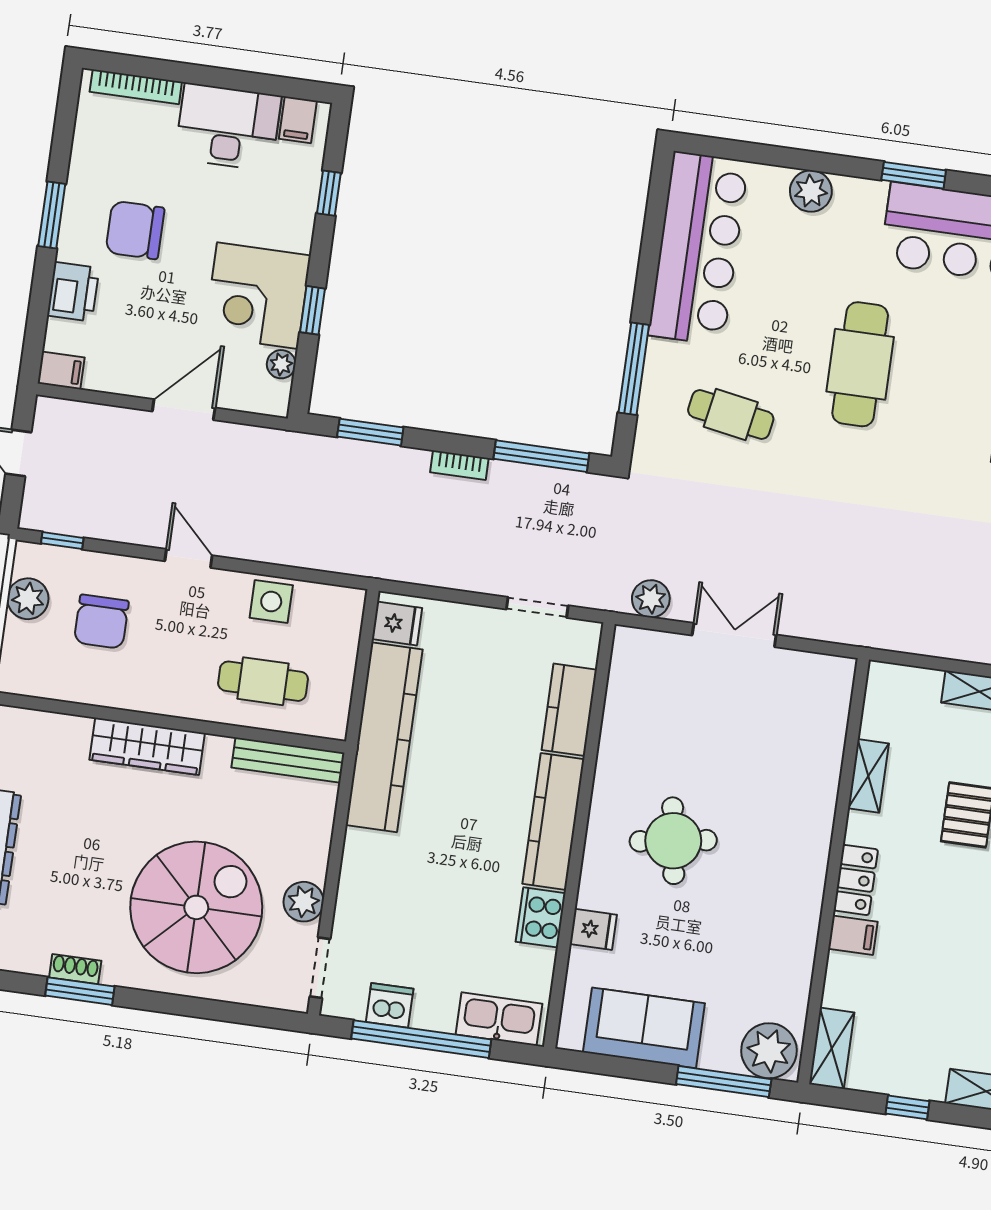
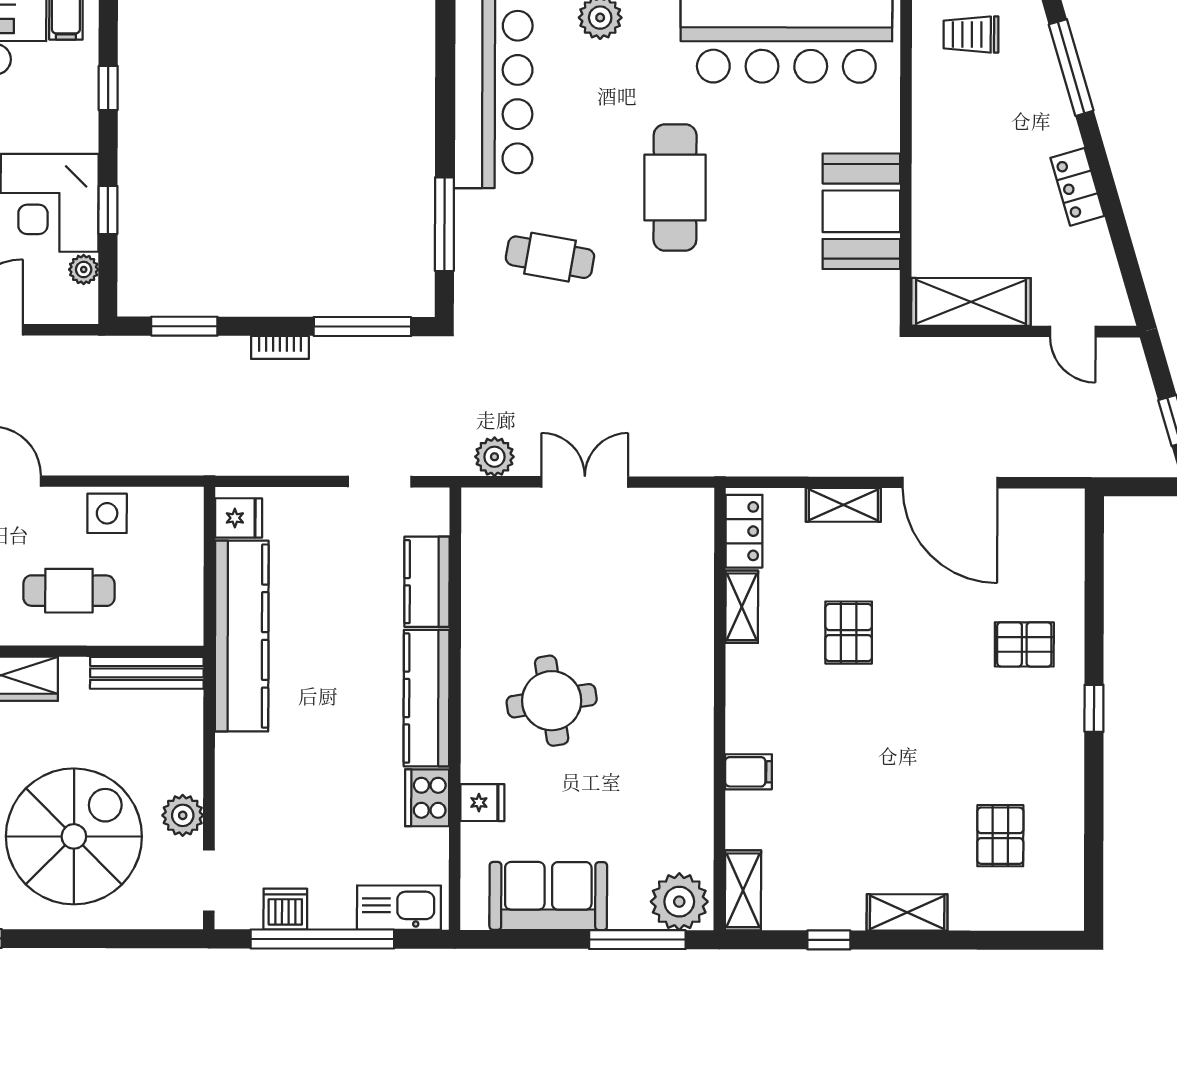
cafe table: (263, 681) -> (69, 591), moved
locker: (856, 880) -> (744, 531), moved

